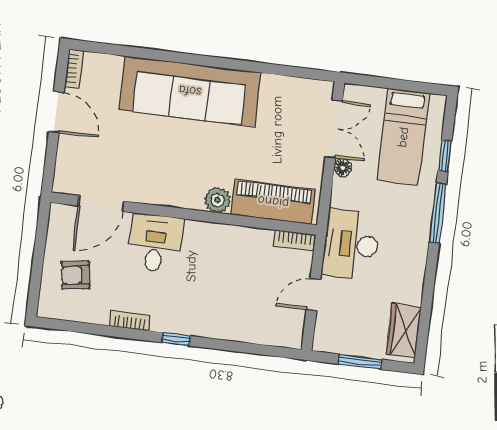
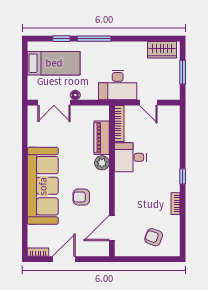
double door: (334, 129) -> (54, 103), swing flipped
armchair: (162, 156) -> (81, 197), added
piano: (273, 202) -> (102, 138), width x0.73, depth x0.75
door: (101, 204) -> (112, 228), swing flipped
bookcase: (294, 240) -> (119, 123), width x1.56
desk: (155, 243) -> (130, 157), moved
armchair: (76, 275) -> (154, 237), turned 118

